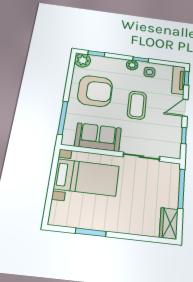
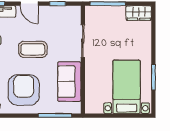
bed with nightstands: (87, 177) -> (127, 87), moved

